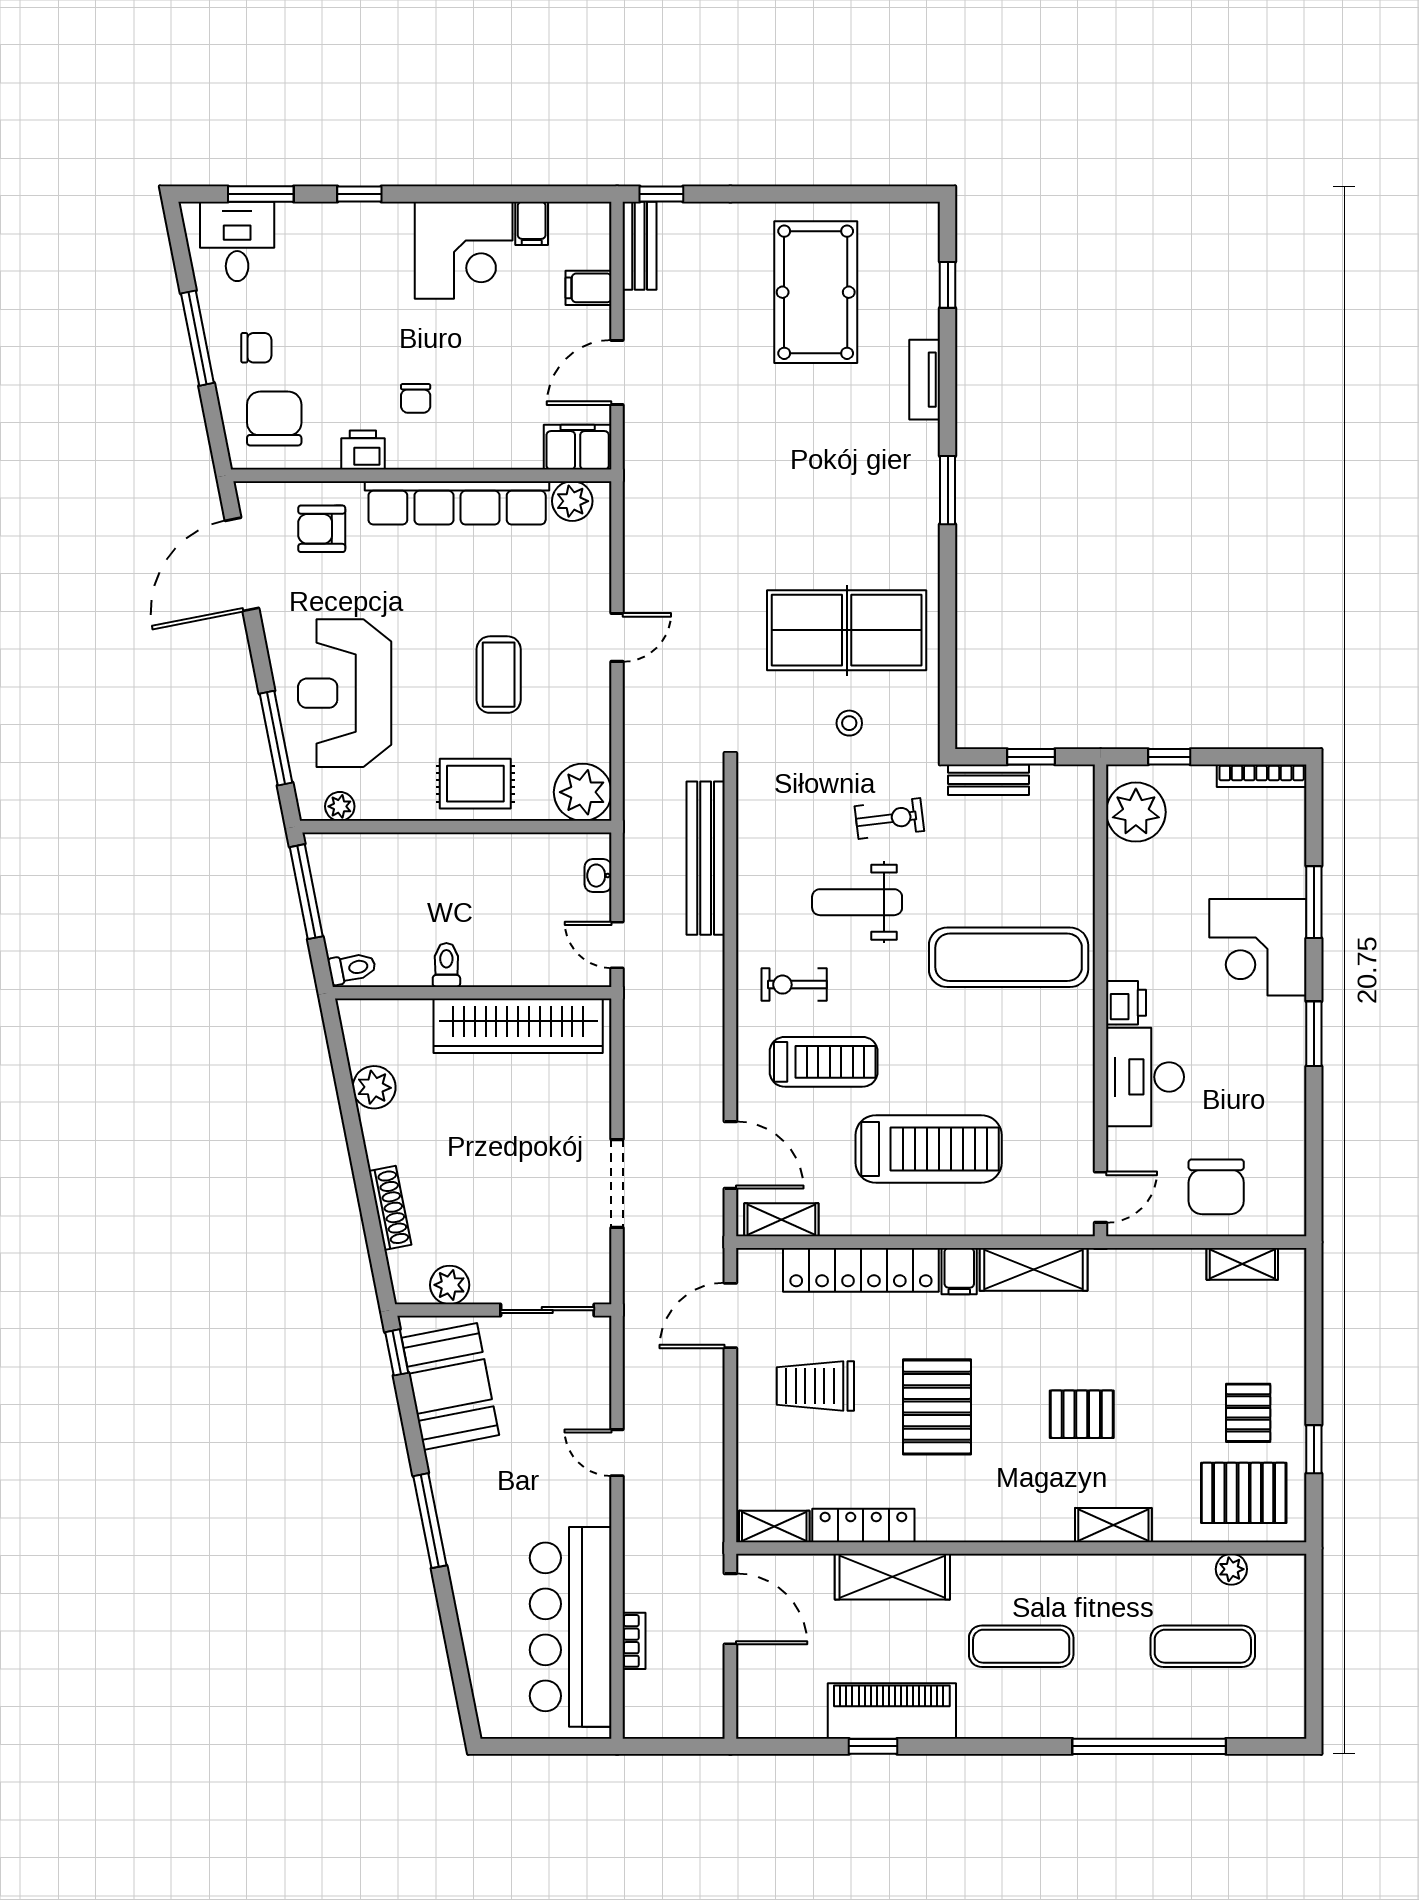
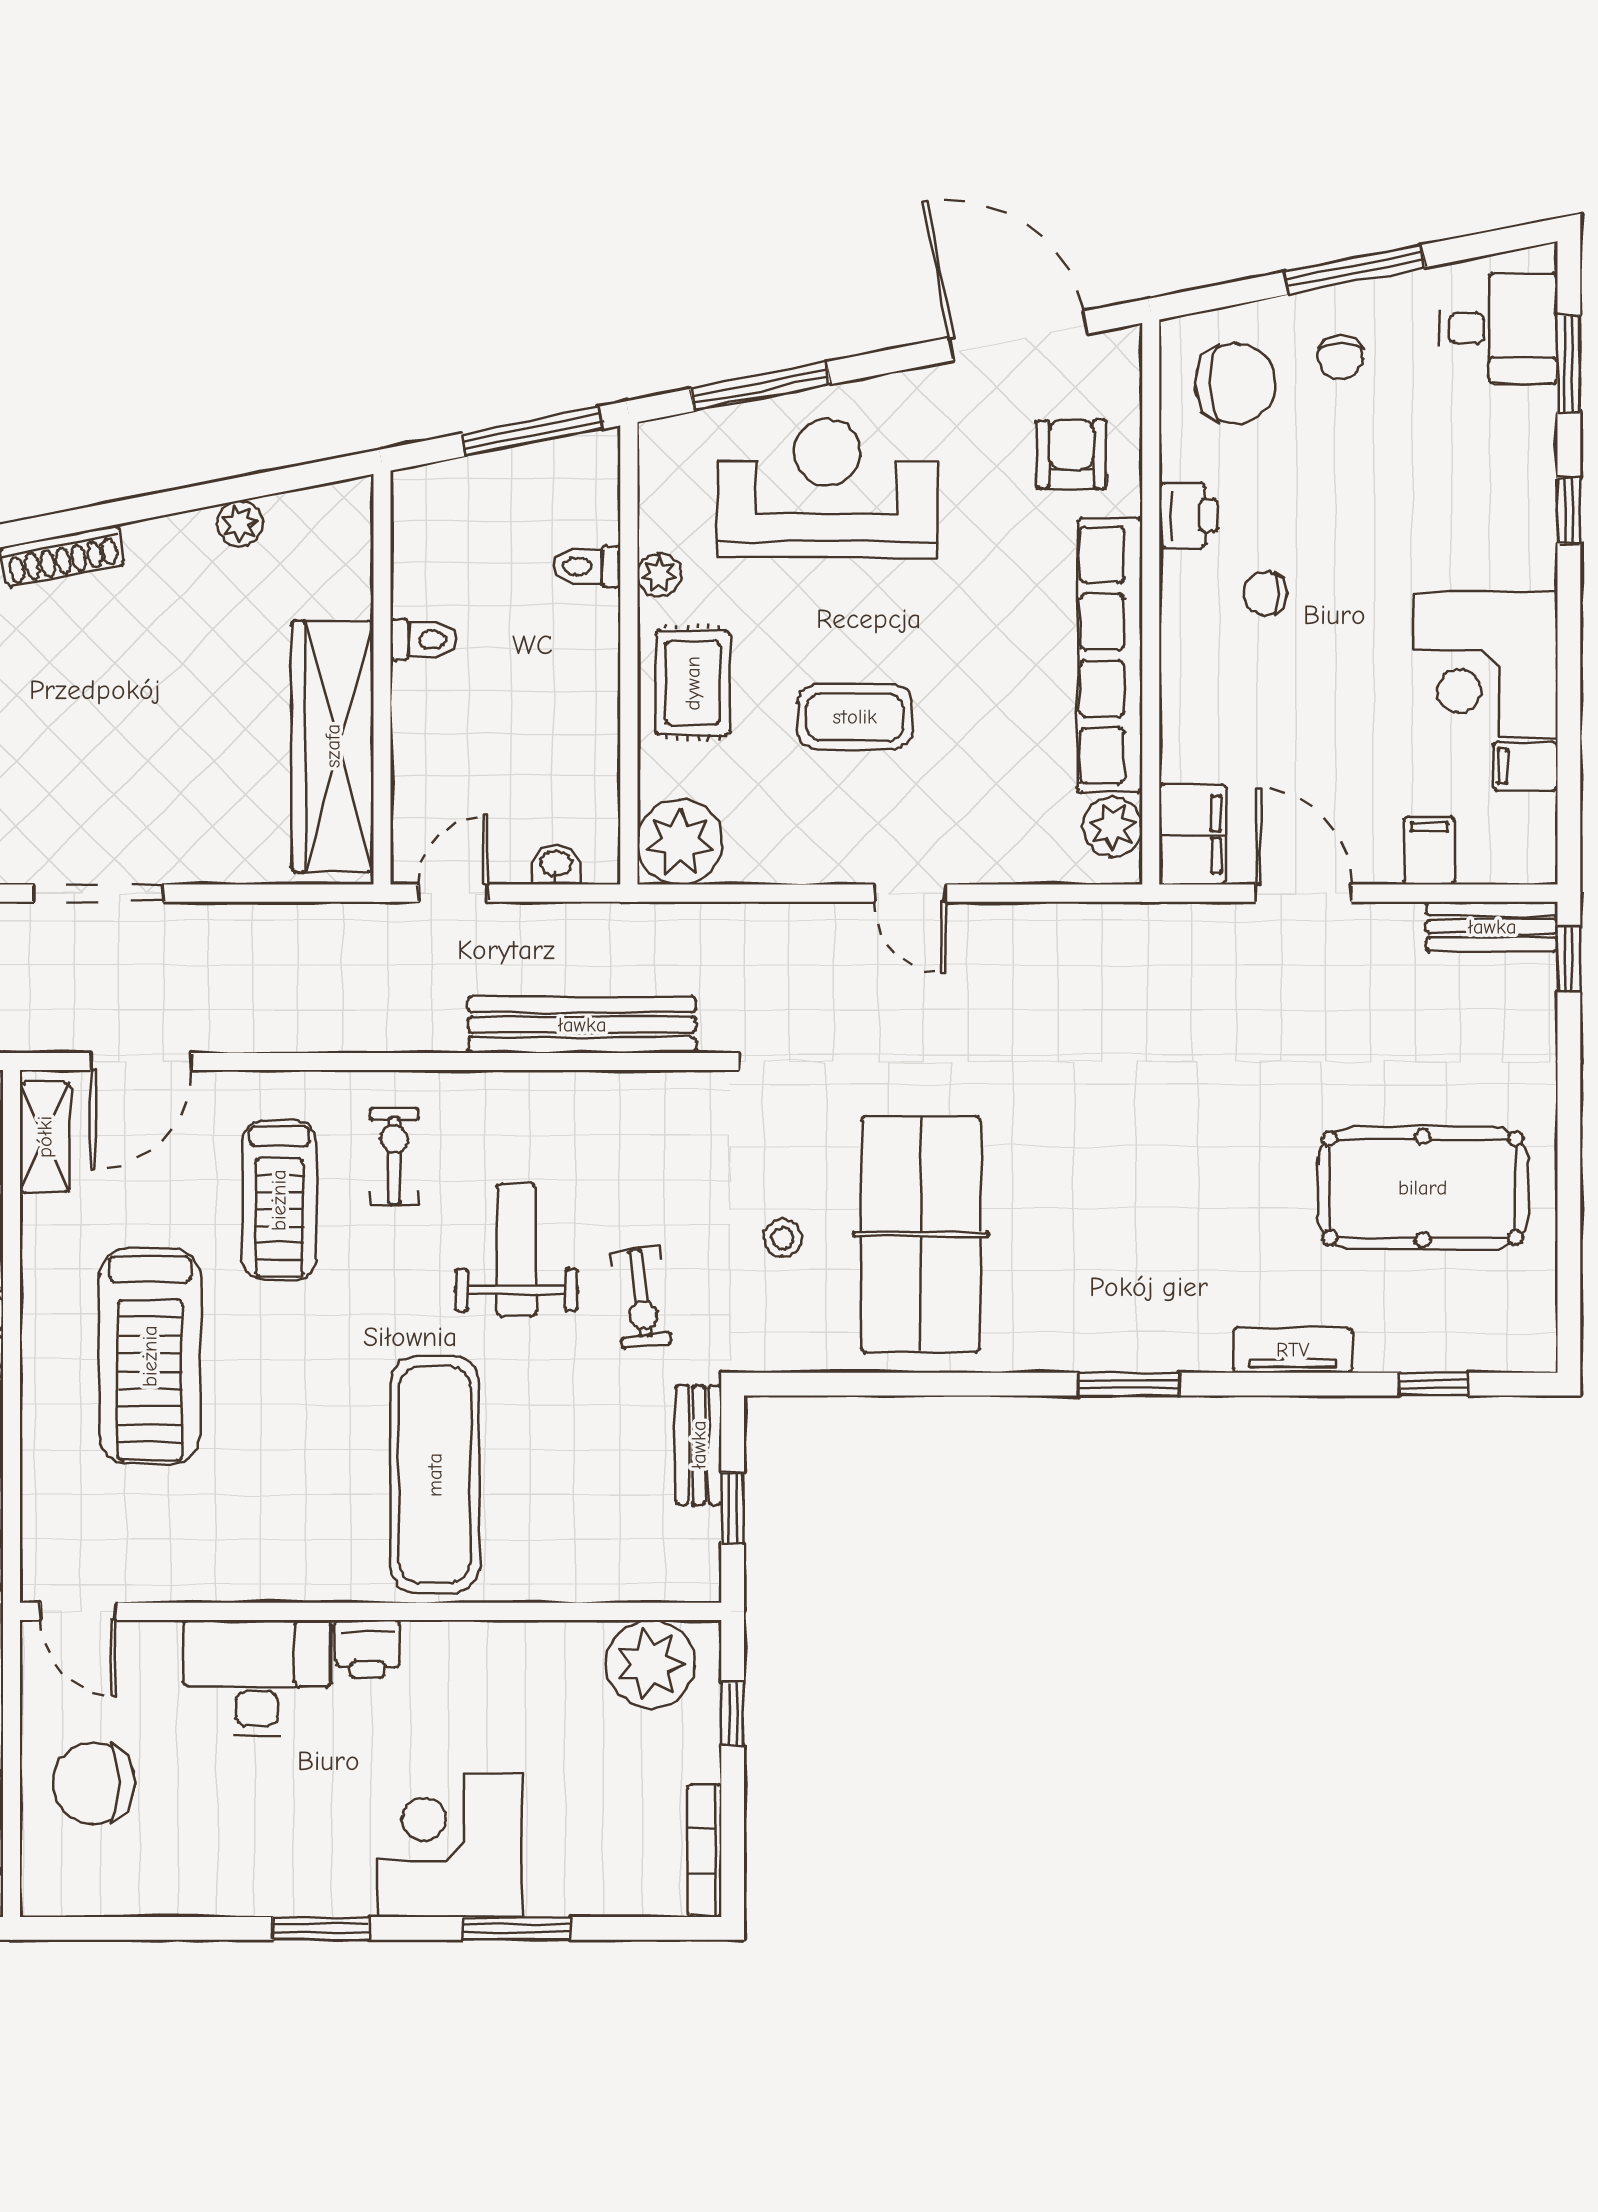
plant: (340, 806) -> (659, 575), moved
toilet: (352, 968) -> (587, 567), moved, turned 101
plant: (374, 1087) -> (240, 524), width x0.73, depth x0.73

